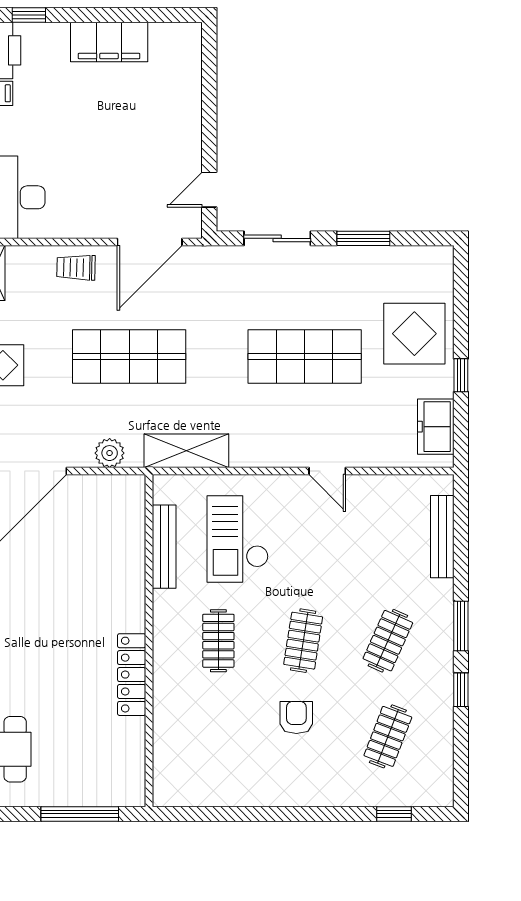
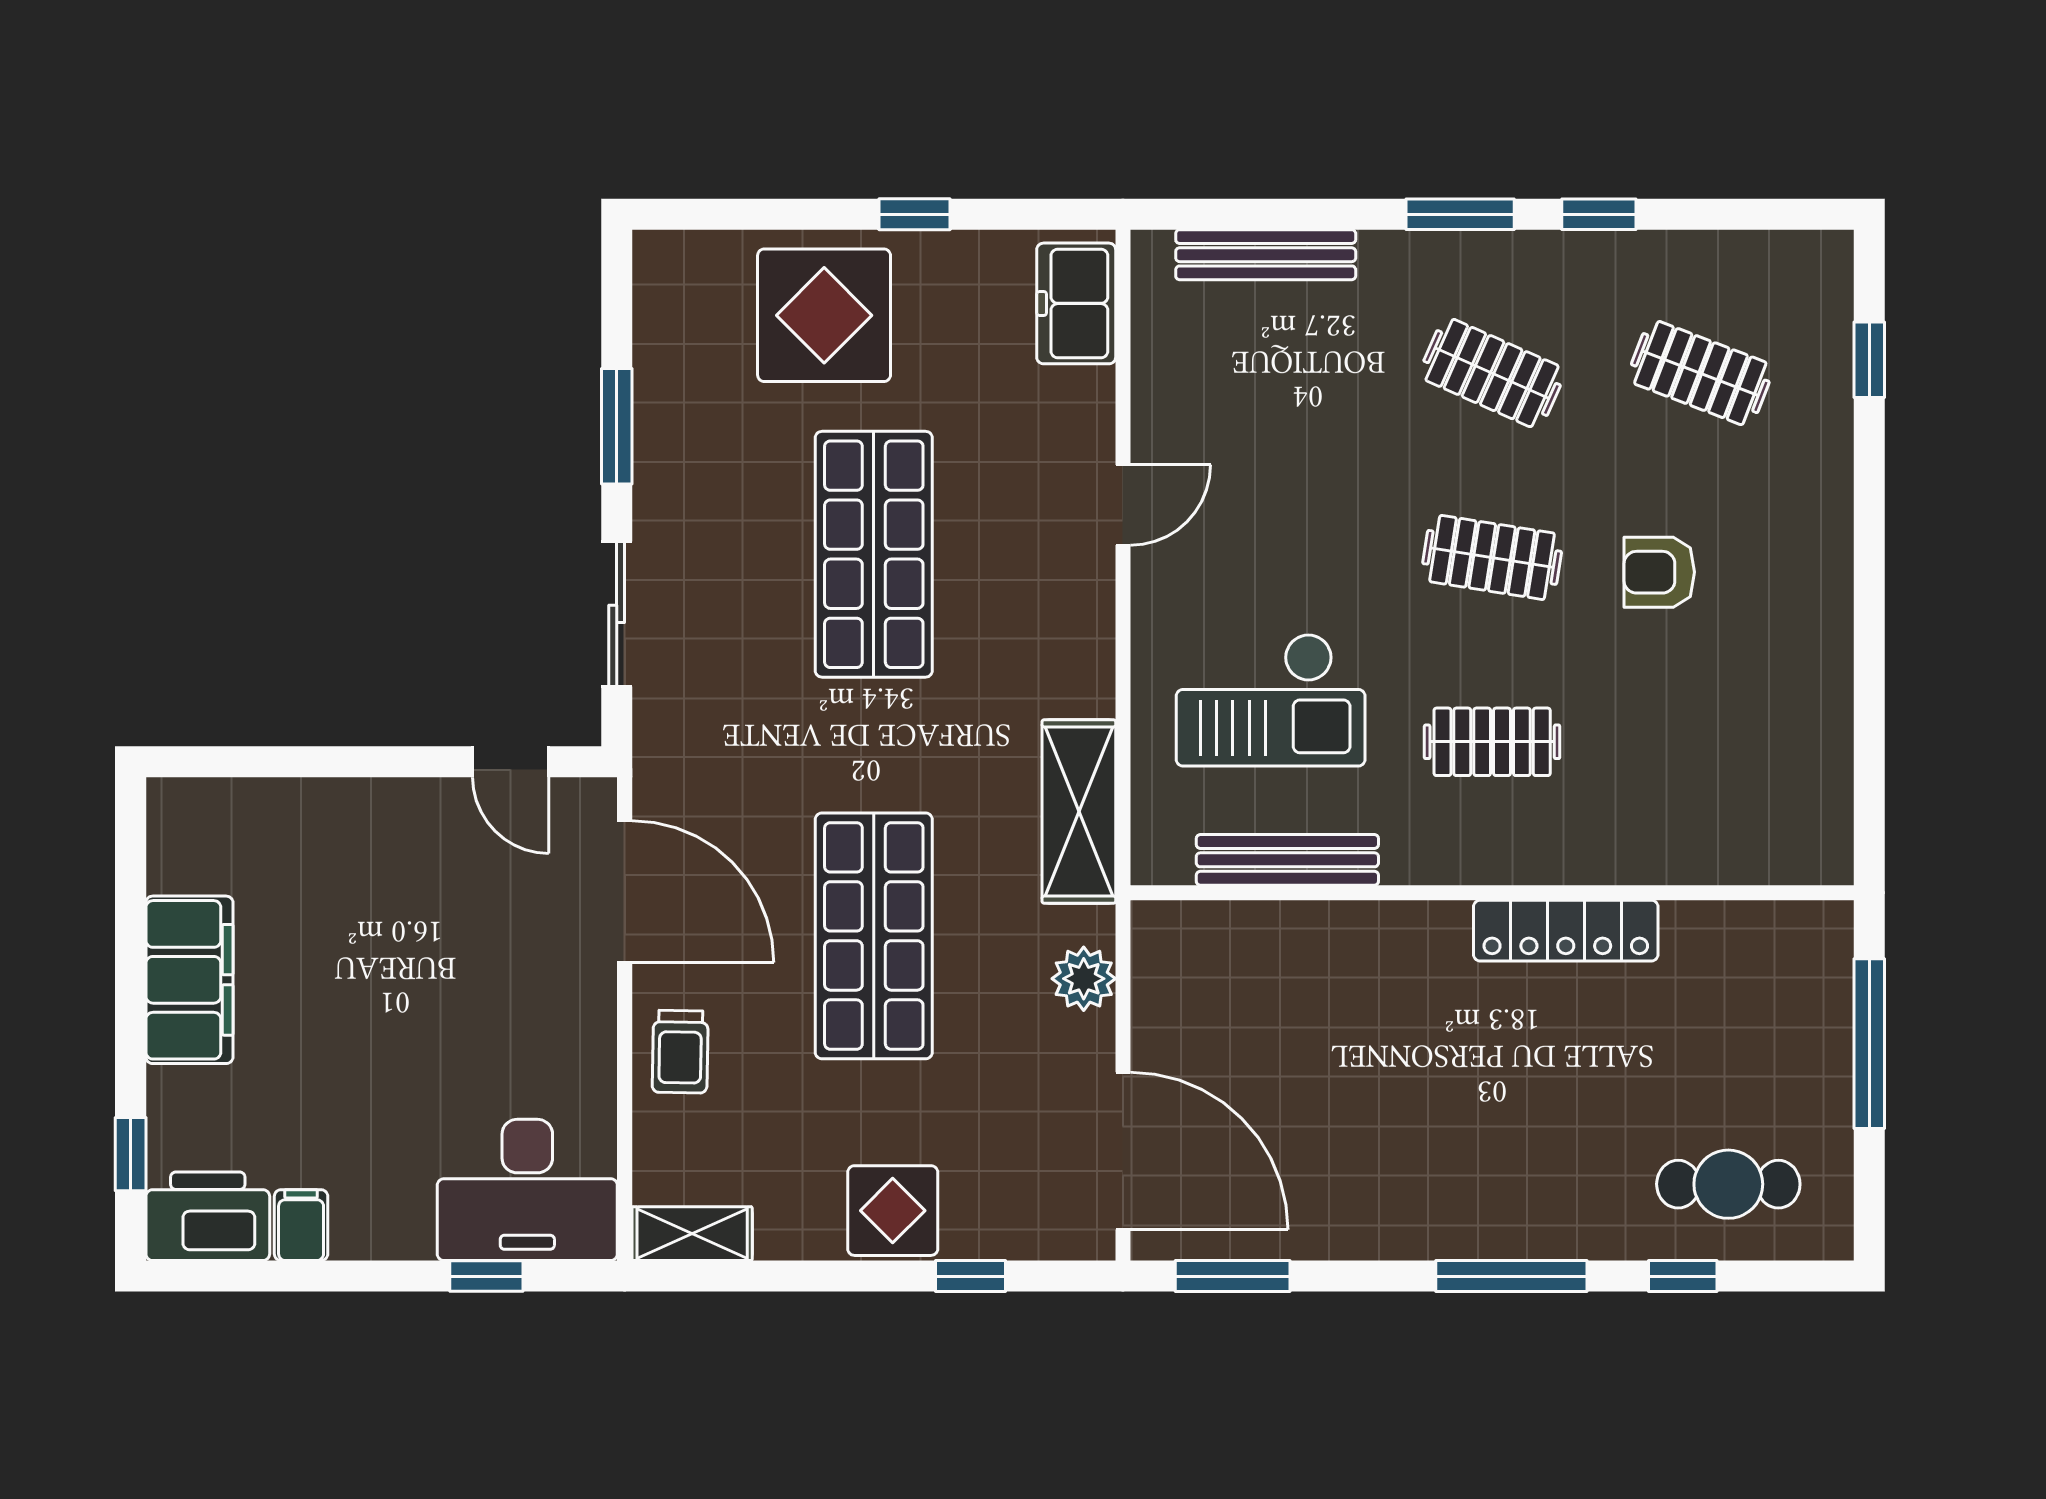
freezer: (436, 427) -> (1076, 303), moved, turned 90

